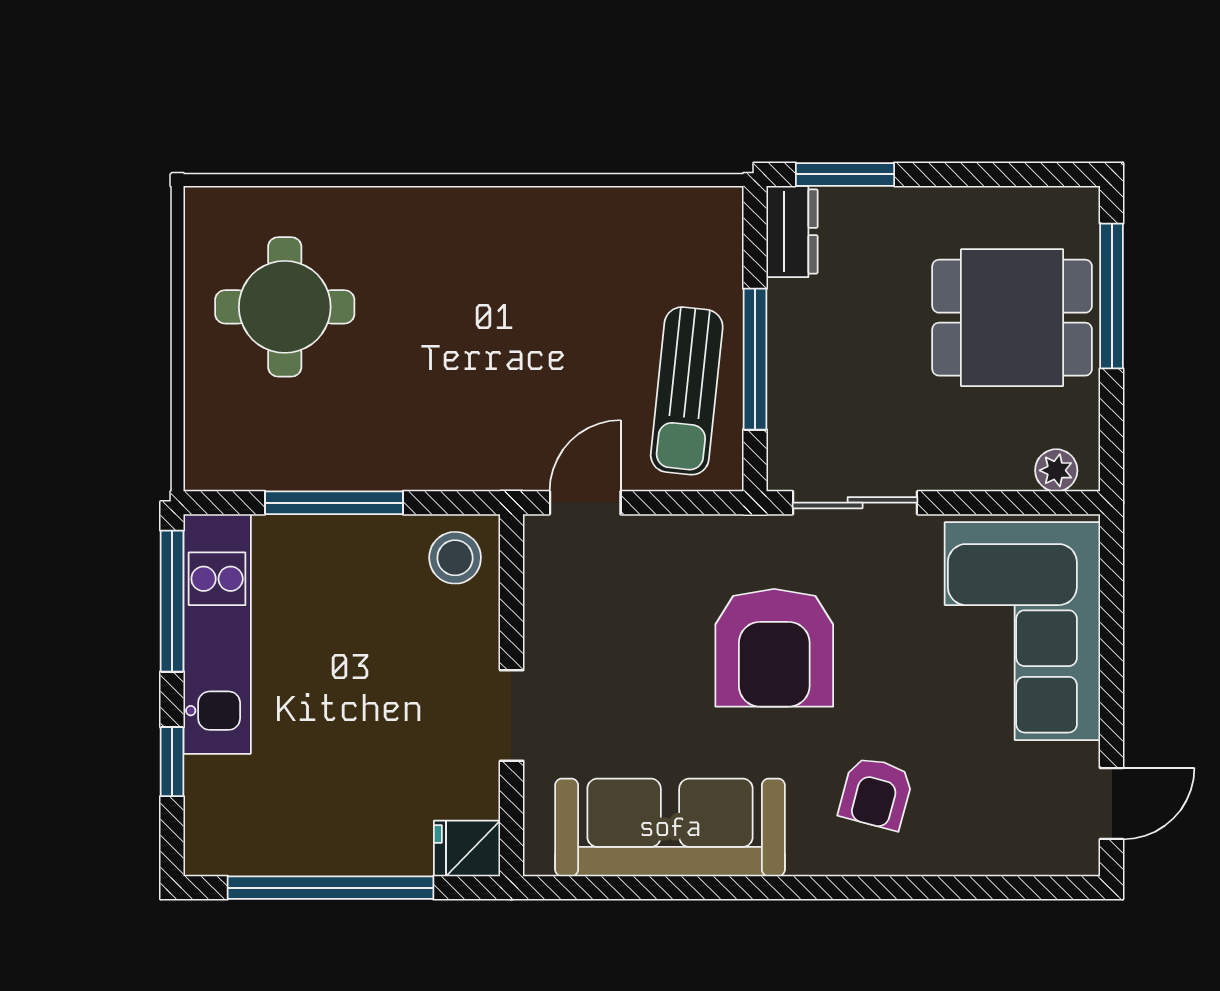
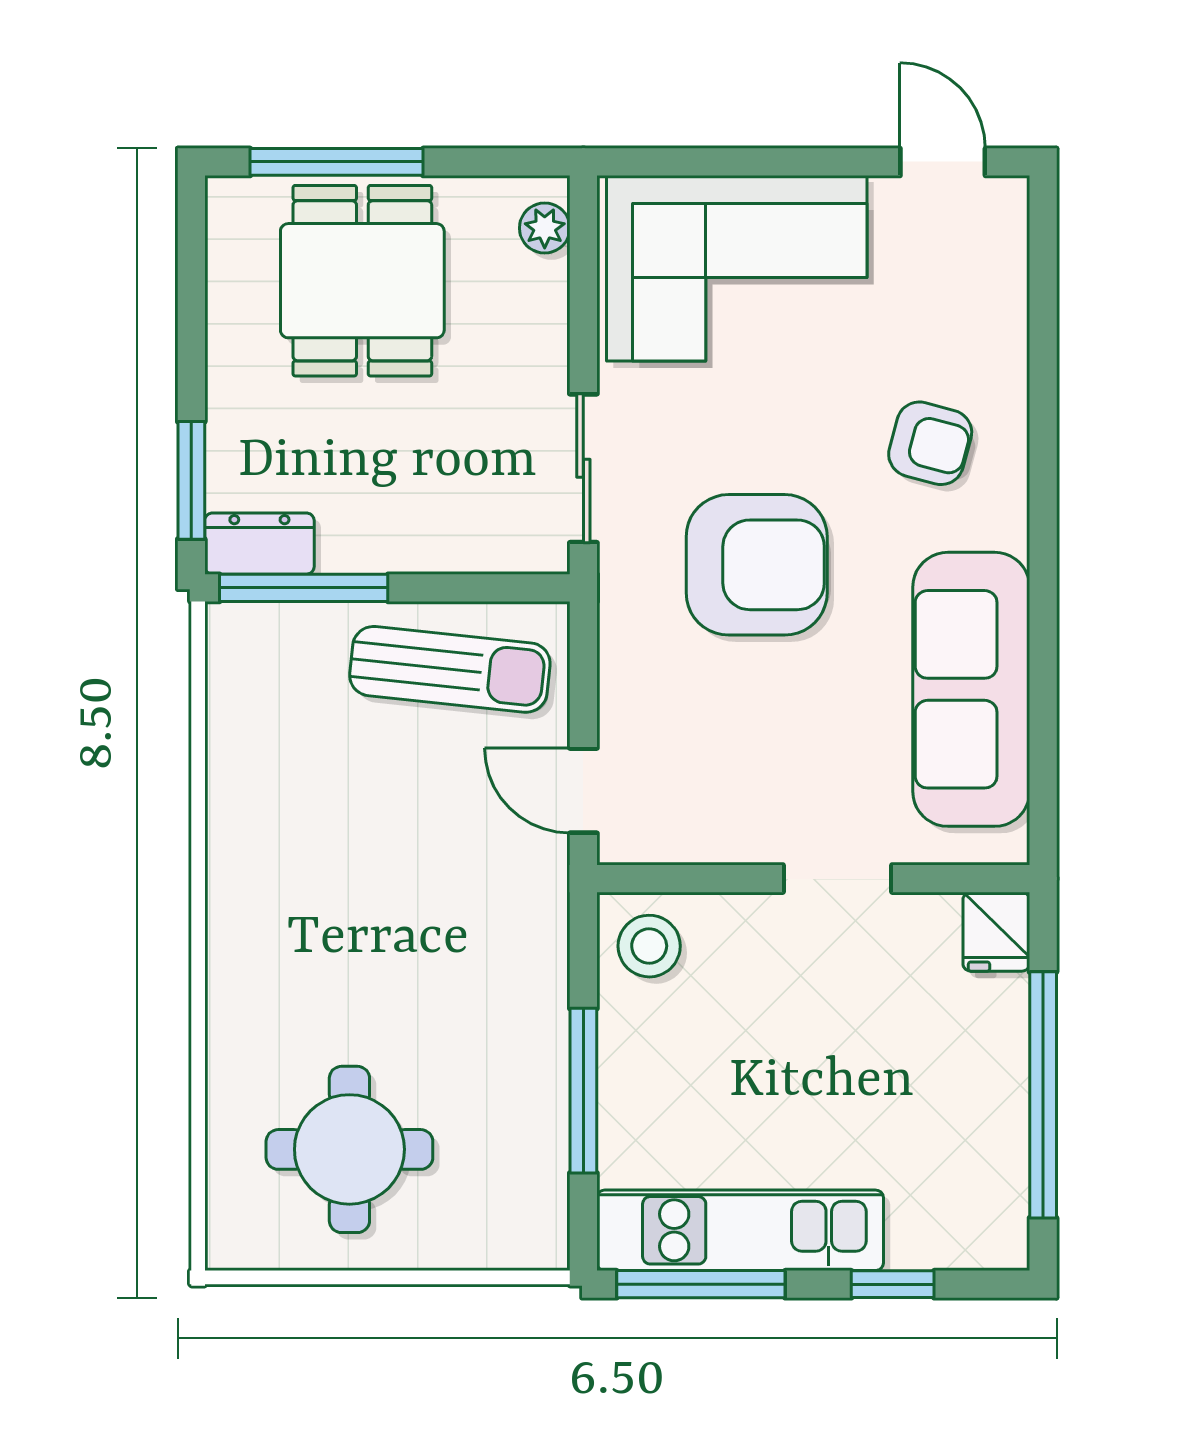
window: (755, 359) -> (304, 588), moved

